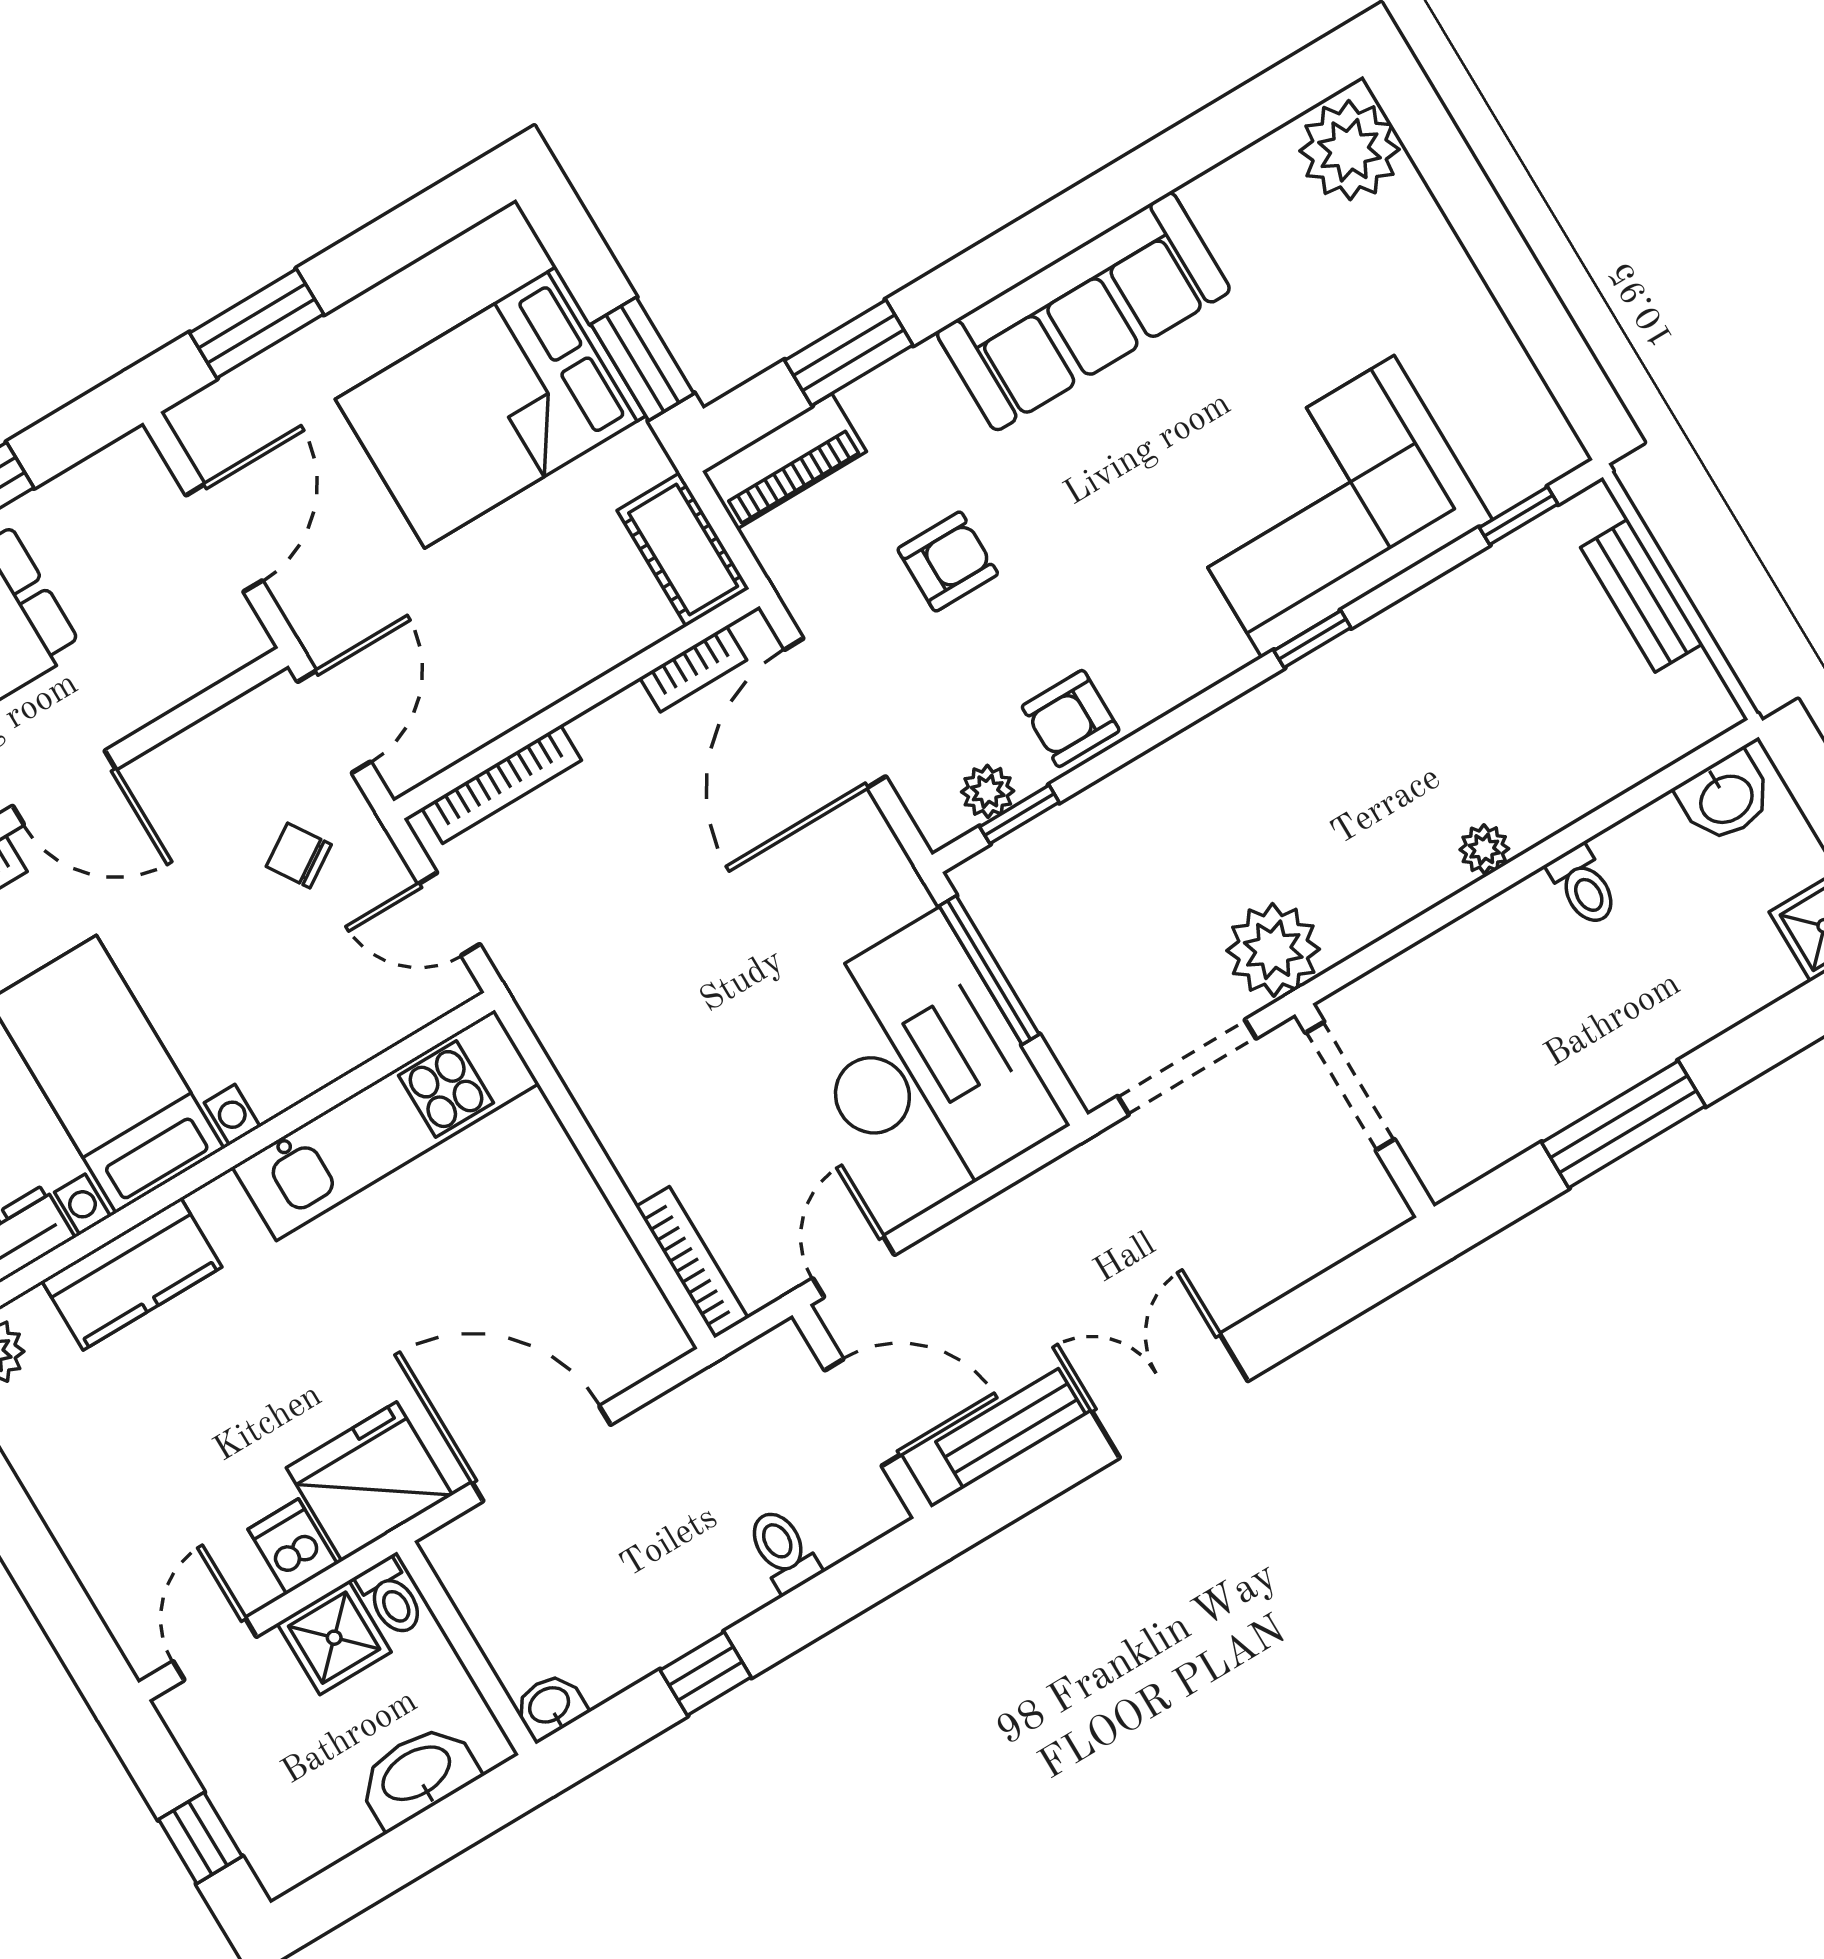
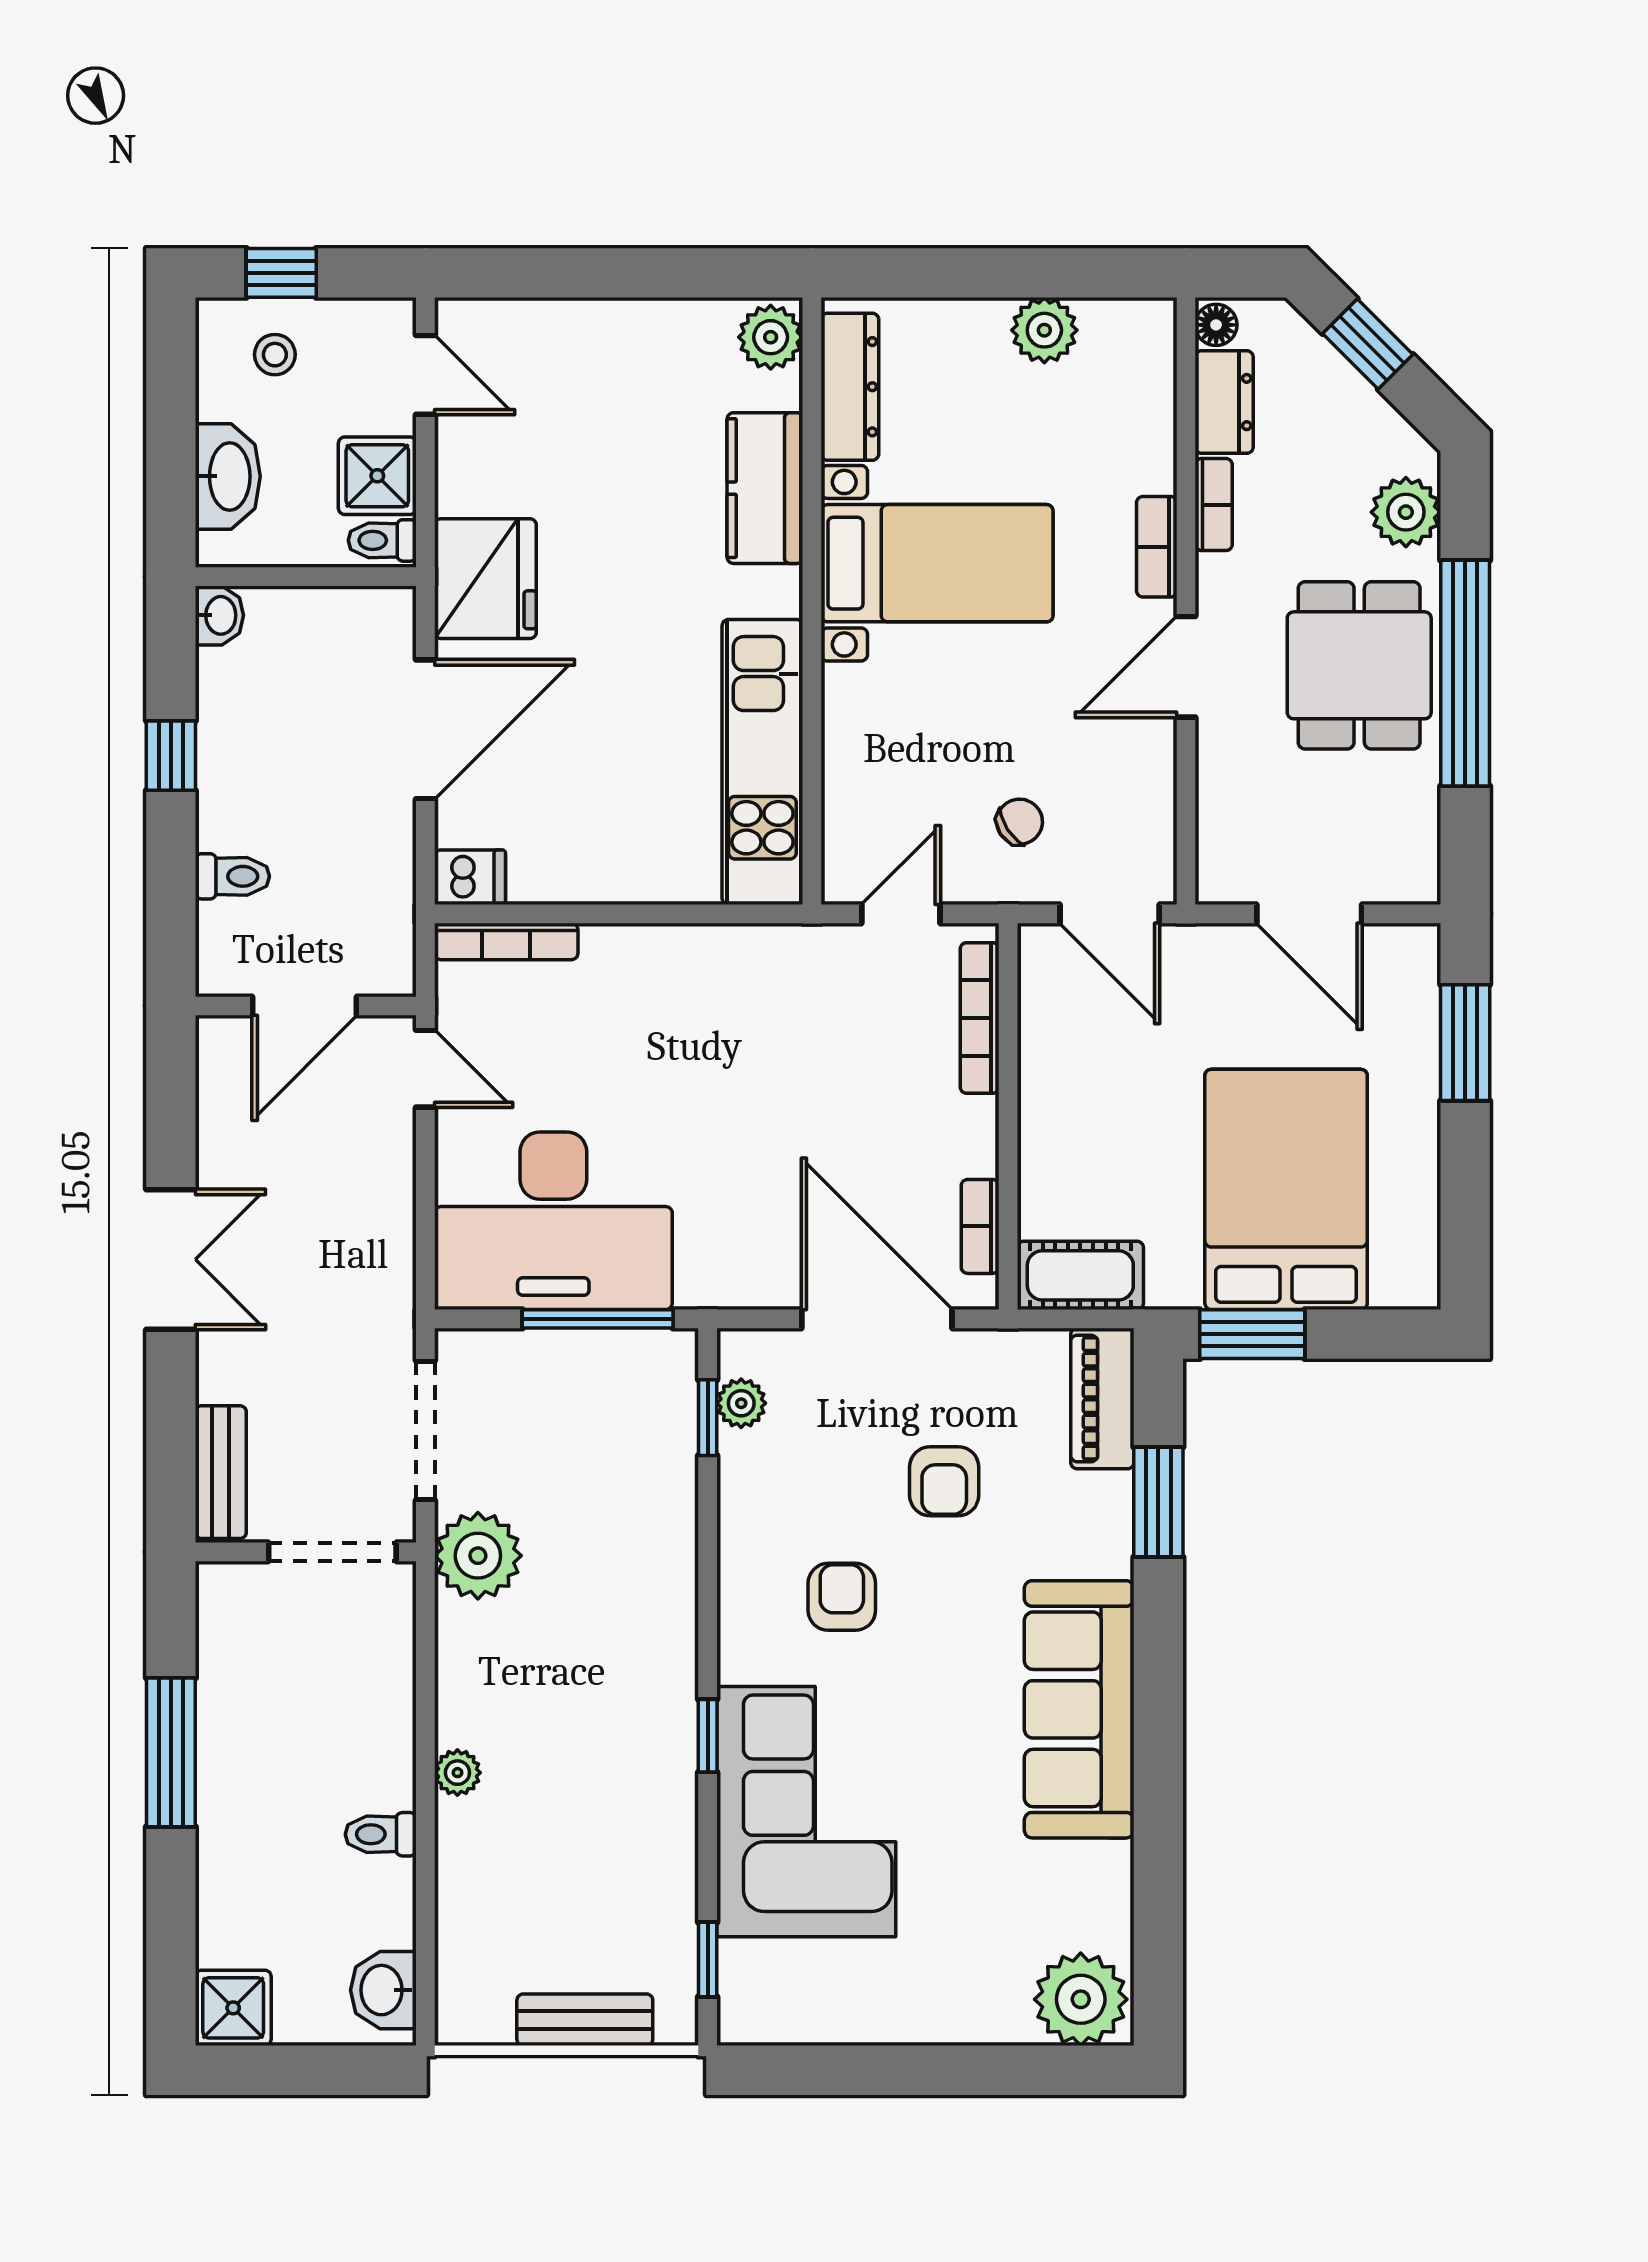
armchair: (1071, 719) -> (842, 1597), moved
bench: (1011, 1428) -> (221, 1472), moved
dishwasher: (293, 1547) -> (470, 877), moved
stool: (279, 1799) -> (275, 355), added

